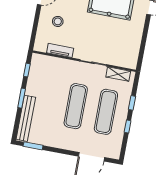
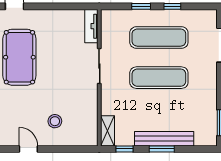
tv unit: (60, 50) -> (91, 26), moved
shelving: (118, 74) -> (108, 131), moved
bench: (26, 118) -> (164, 139), moved

